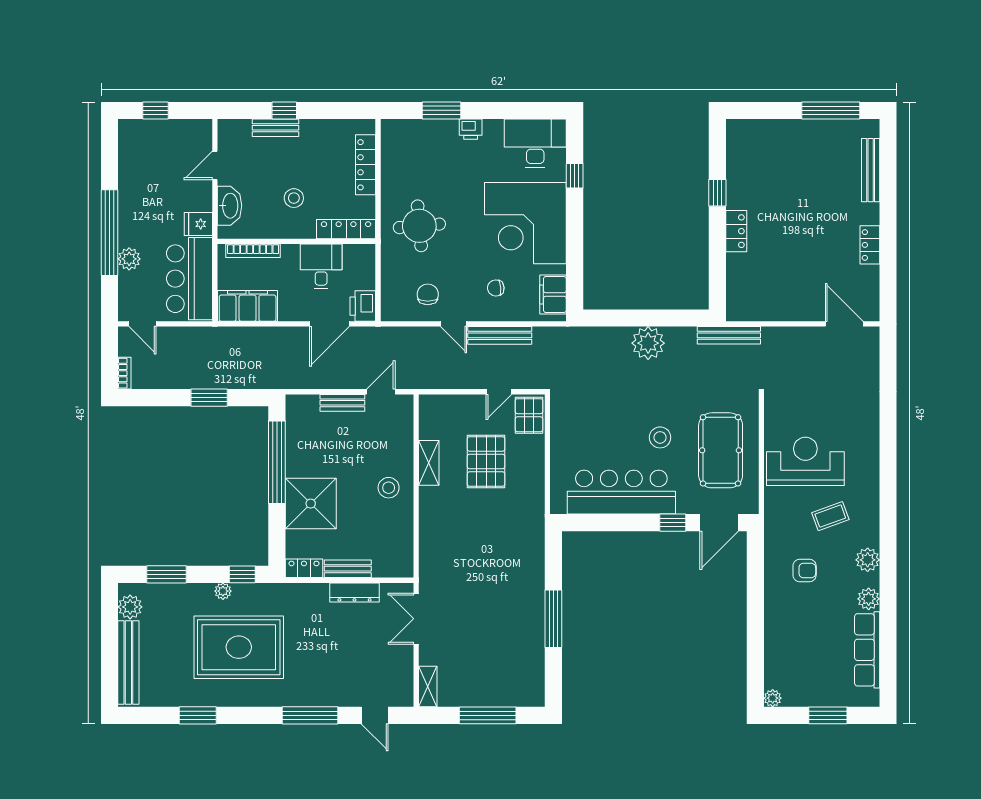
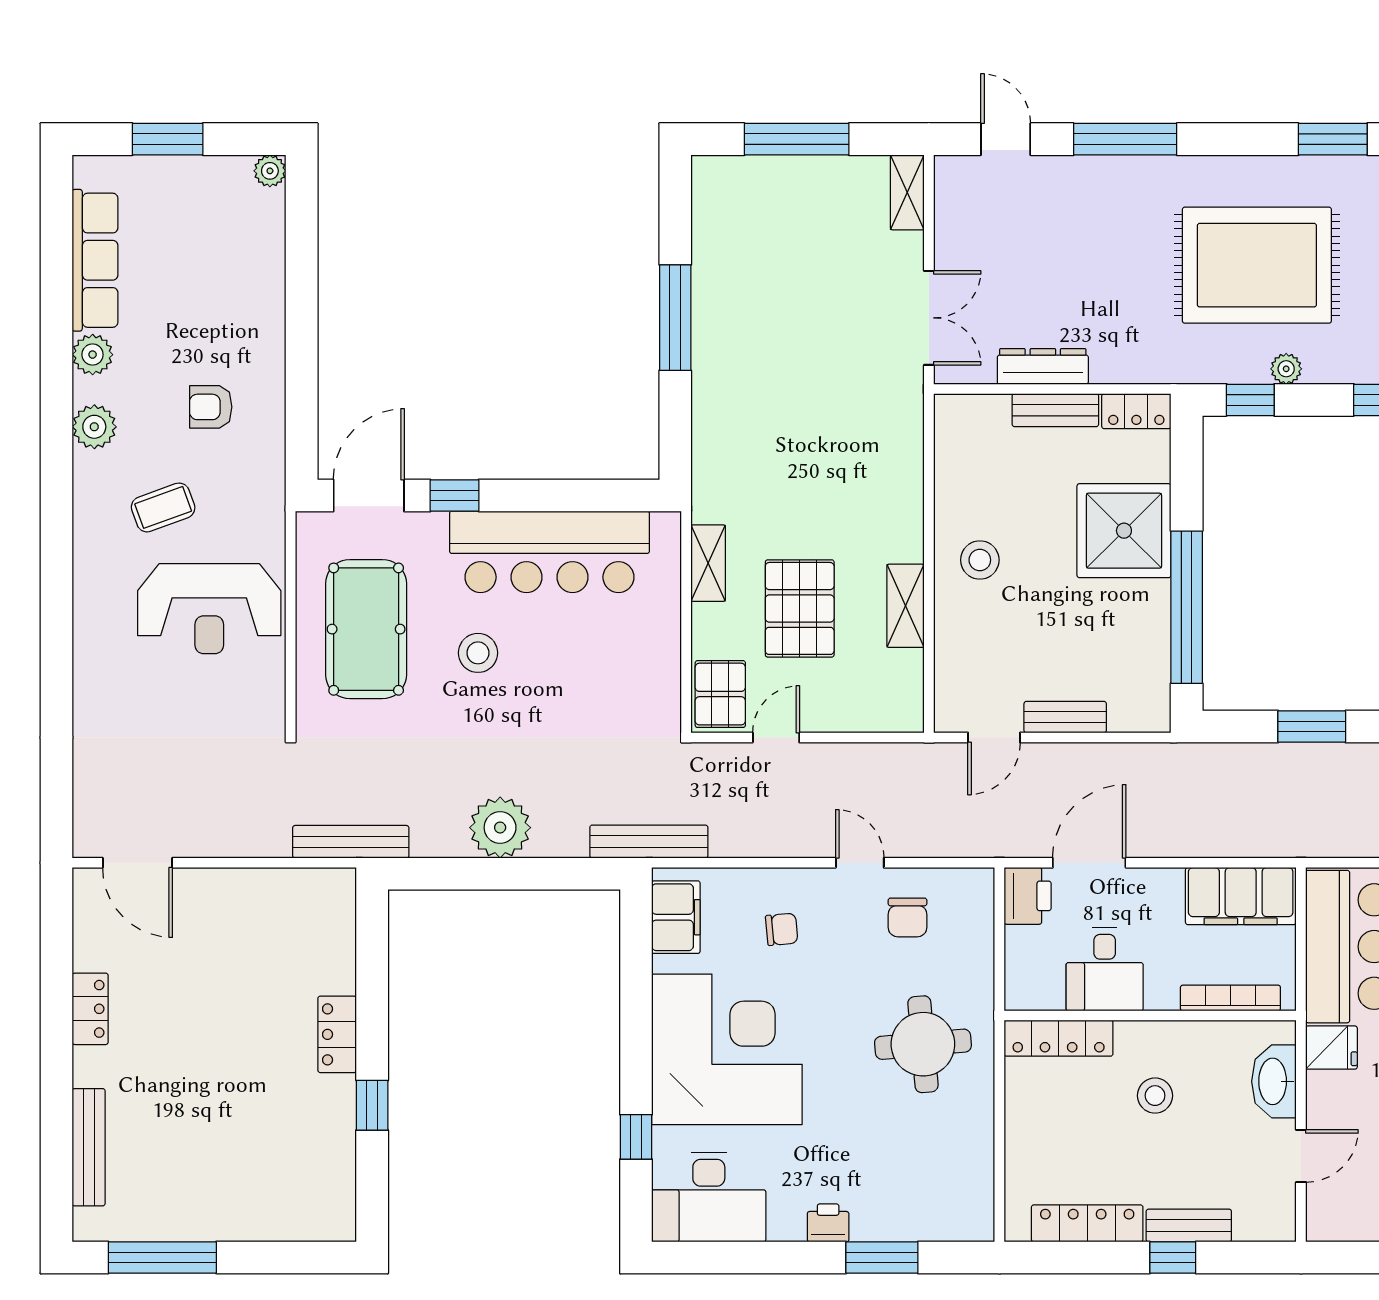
locker: (365, 165) -> (1087, 1223), moved, turned -90
bench: (500, 335) -> (649, 842), moved
shelving: (536, 486) -> (708, 563), added

